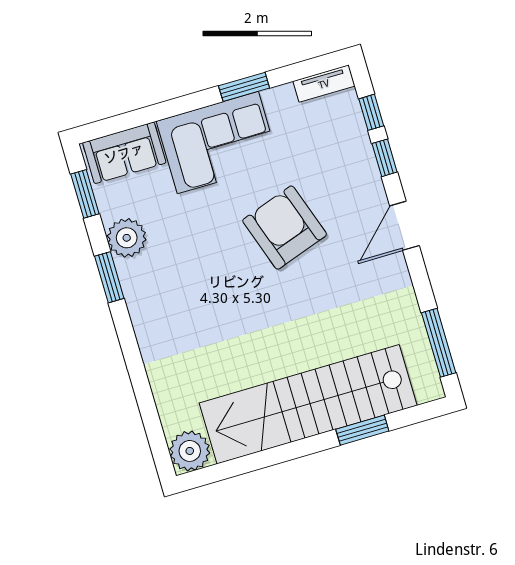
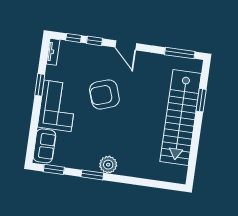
plant: (127, 238) -> (108, 165), moved
plant: (190, 451) -> (178, 174), removed

